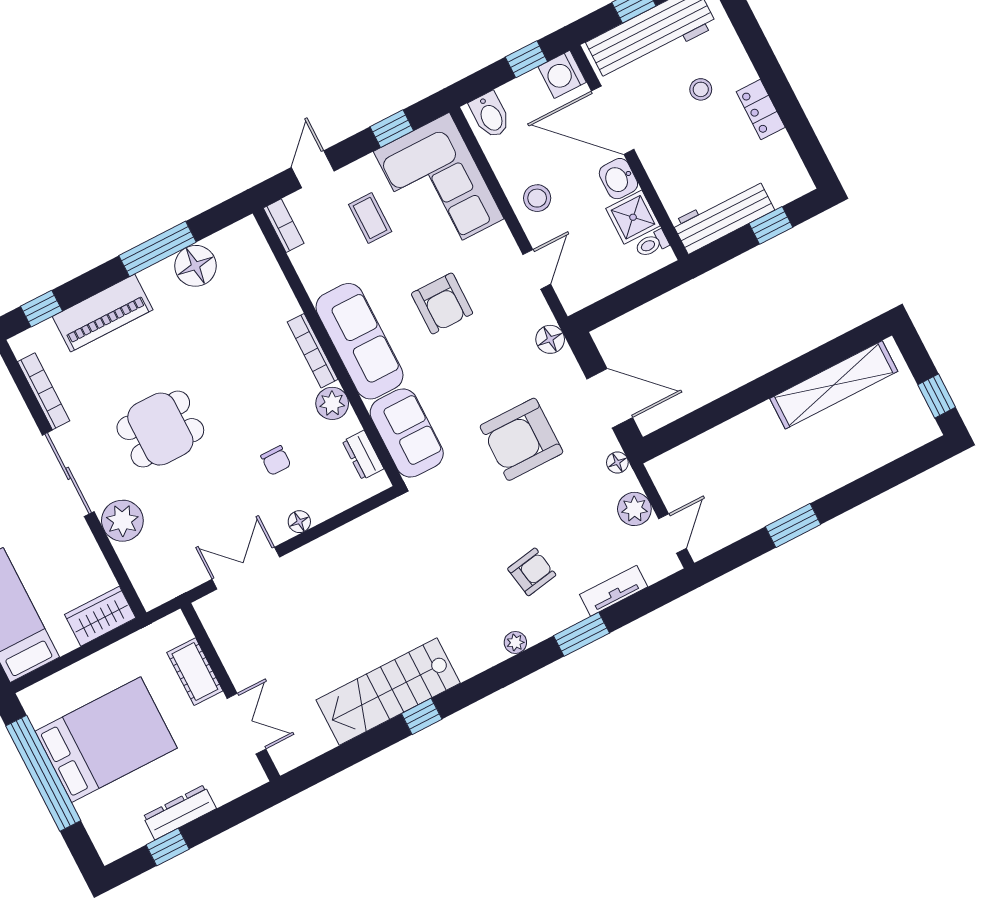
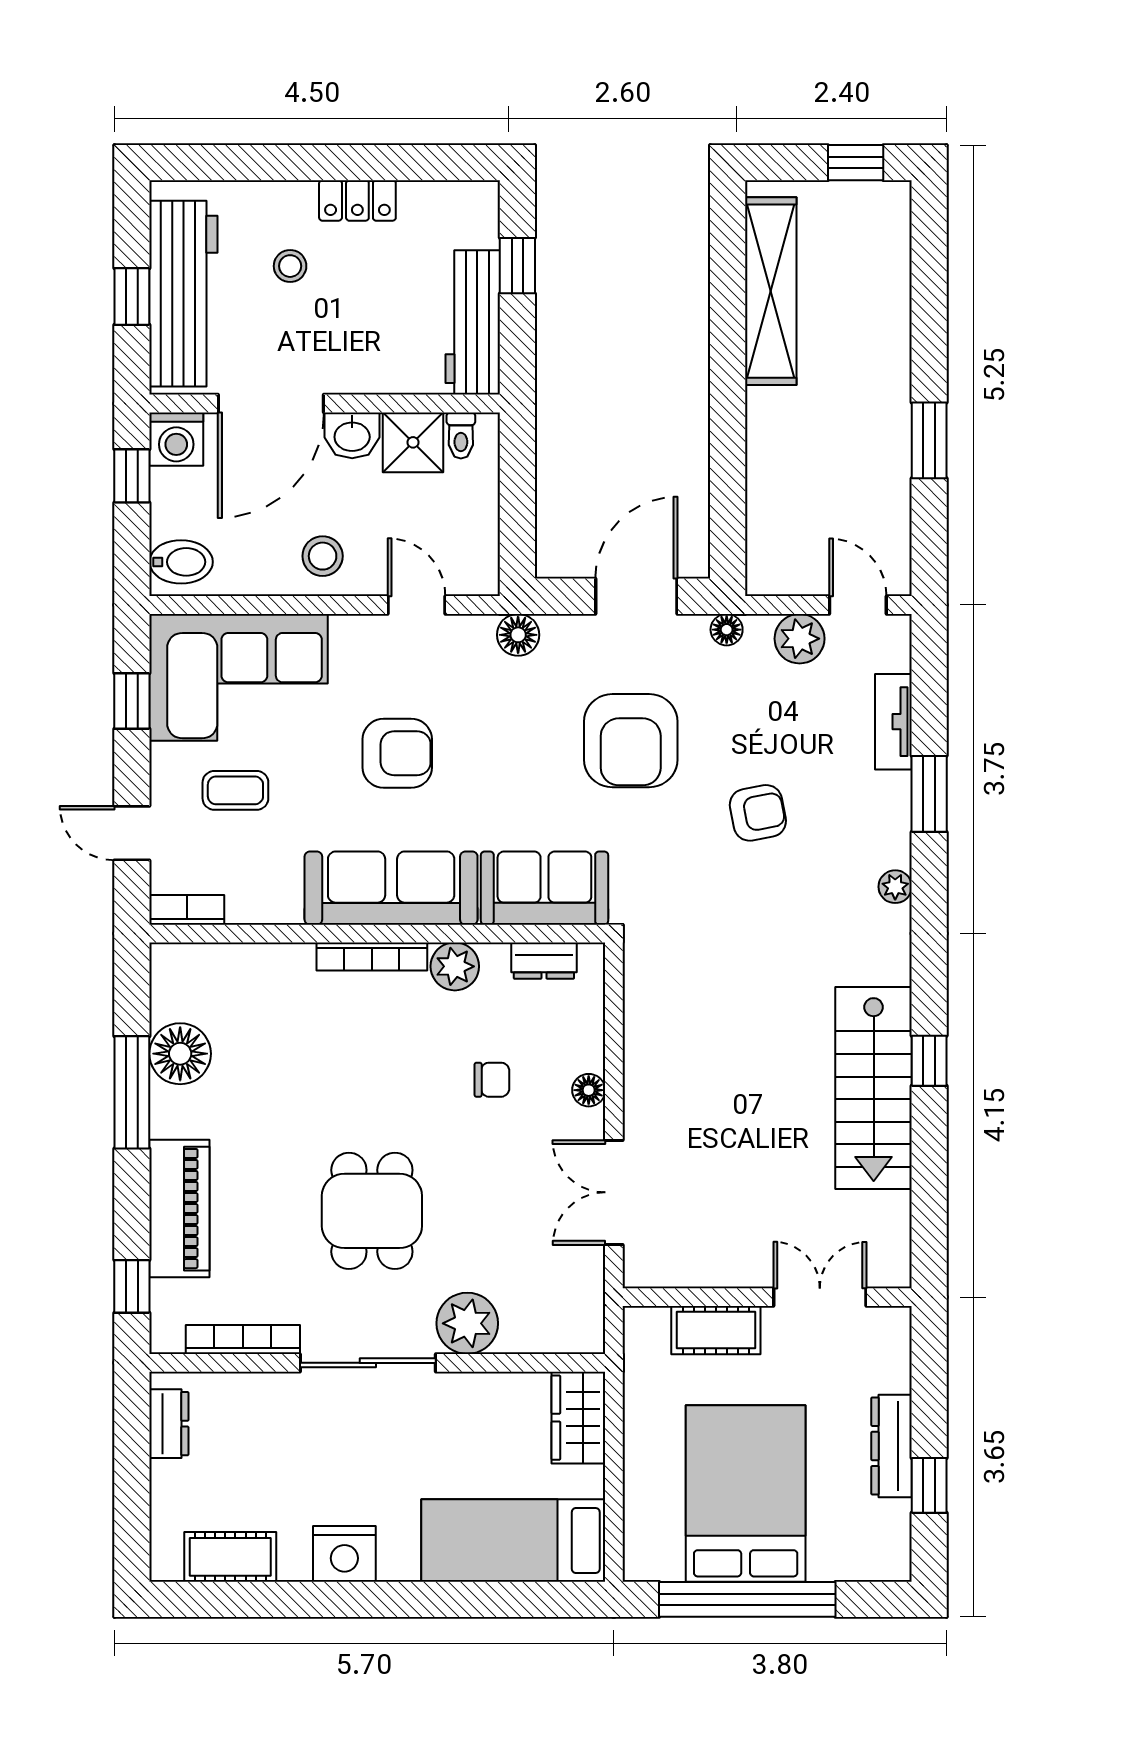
armchair: (532, 572) -> (758, 813), moved, turned 89

